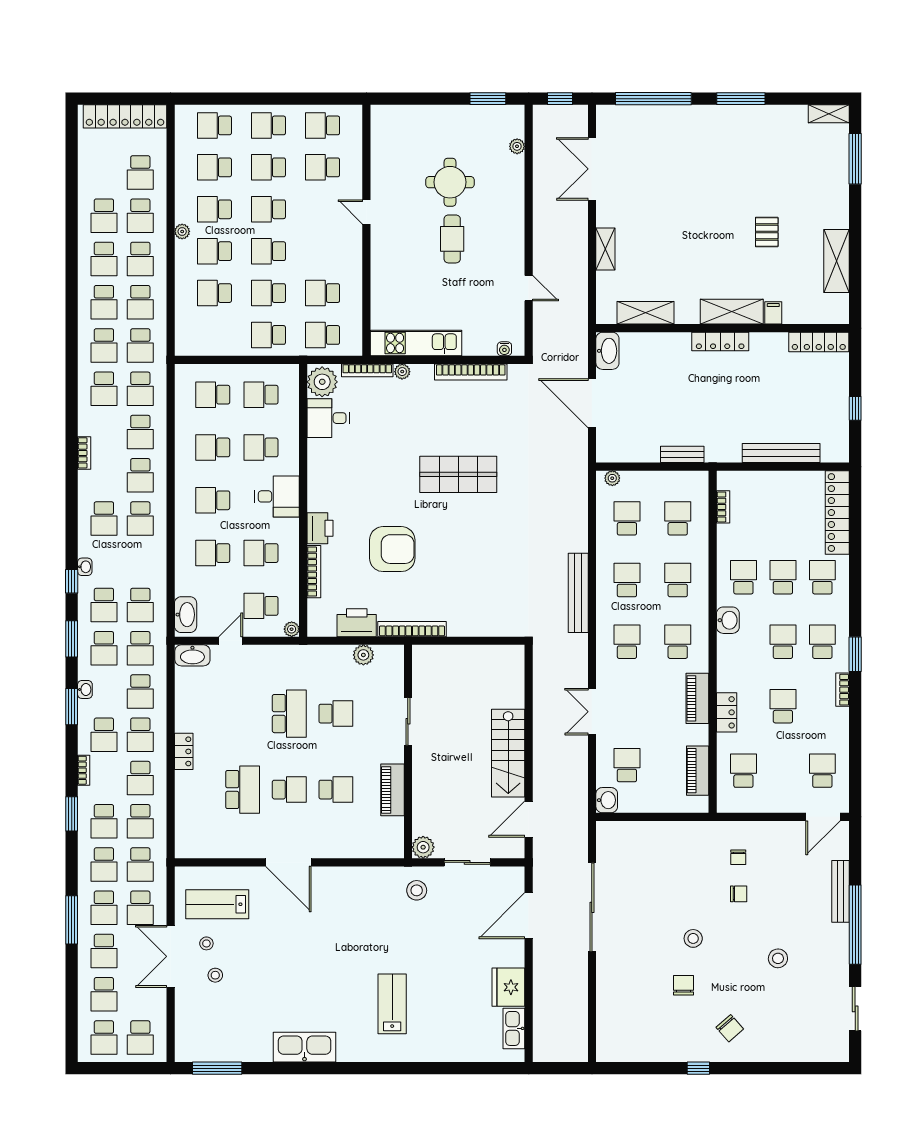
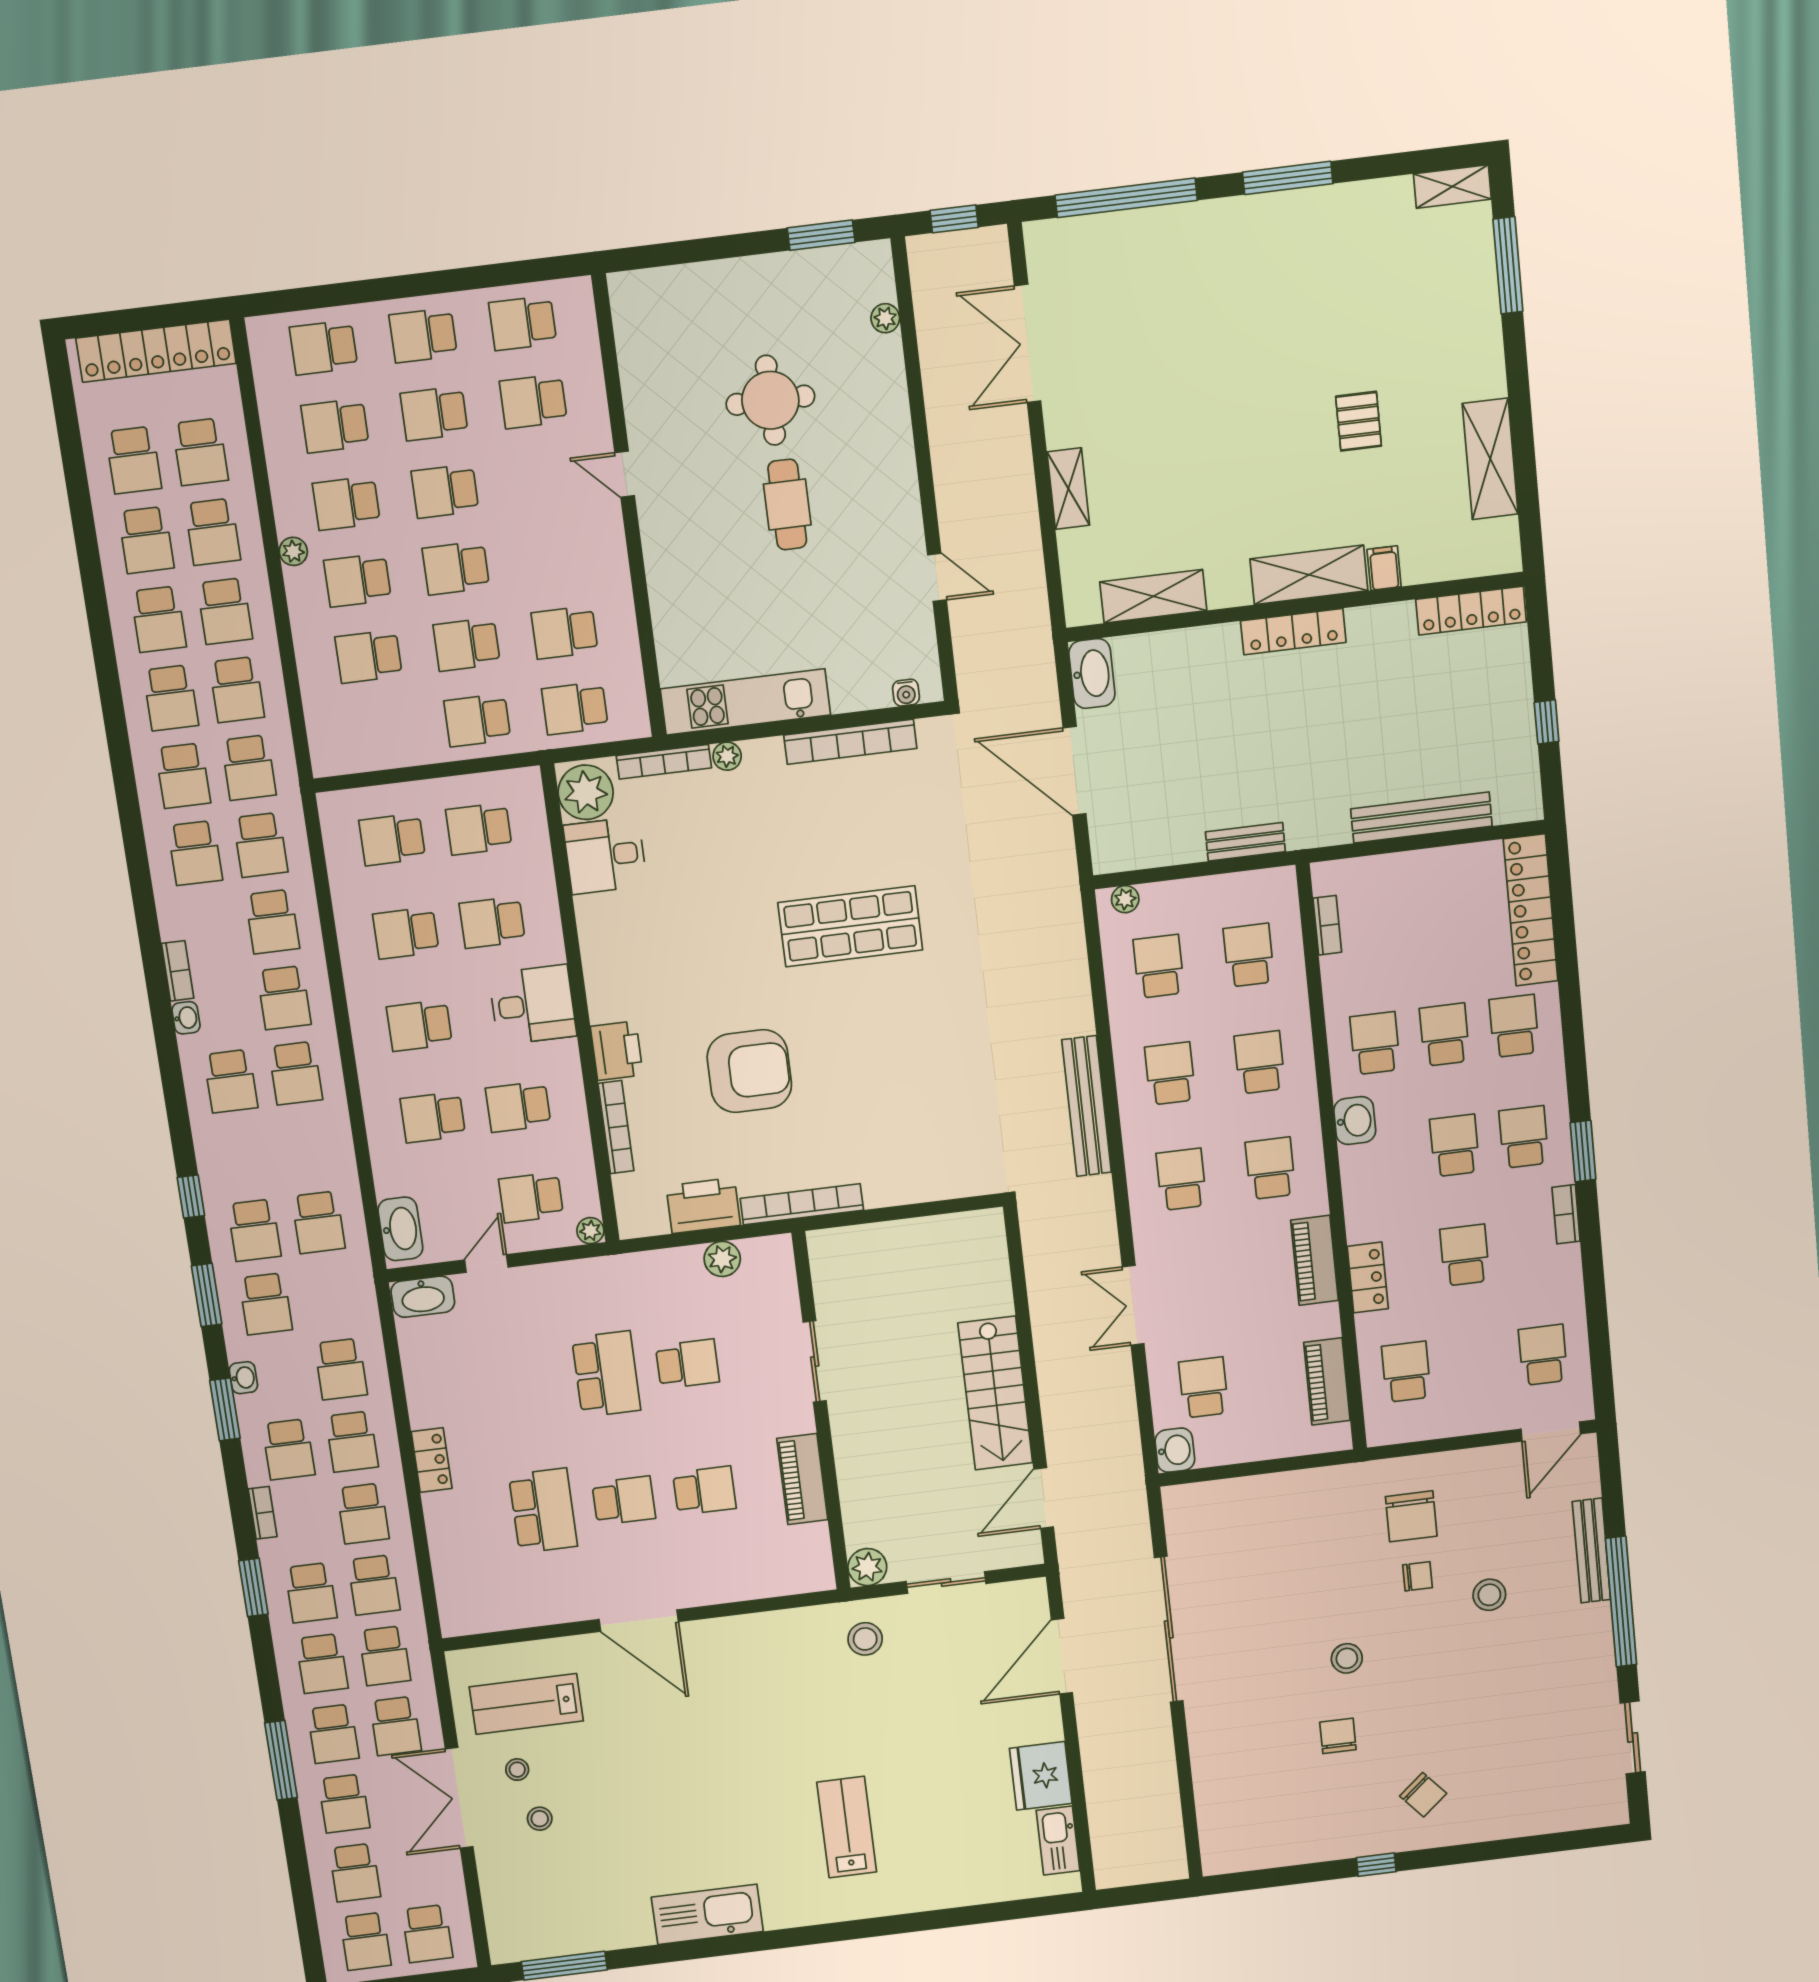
washbasin: (85, 567) -> (186, 1018), moved
school desk: (140, 648) -> (134, 460), moved
chair: (738, 857) -> (1411, 1516), width x1.87, depth x1.87
stool: (778, 958) -> (1489, 1595), moved

